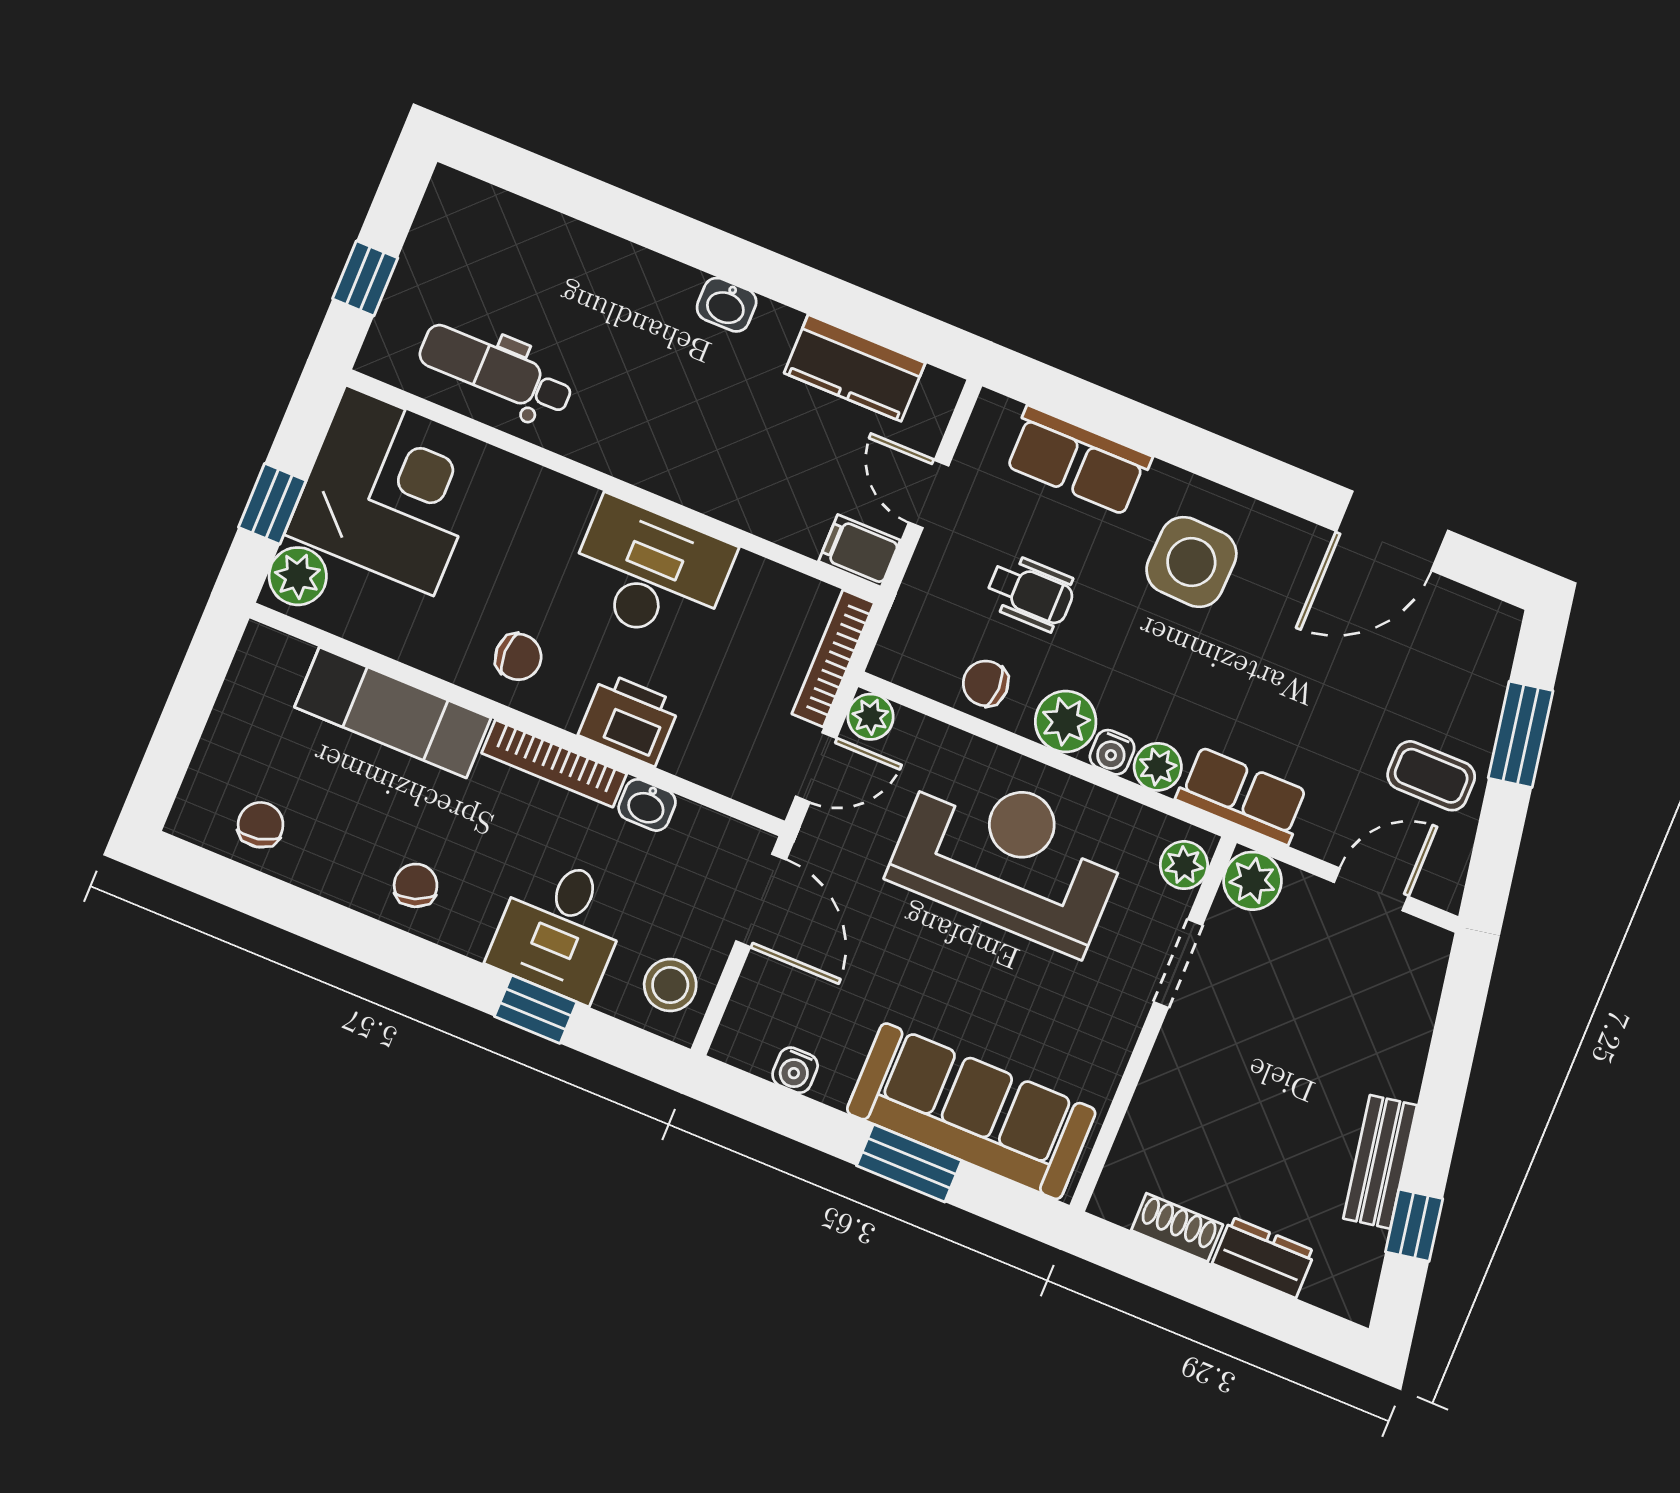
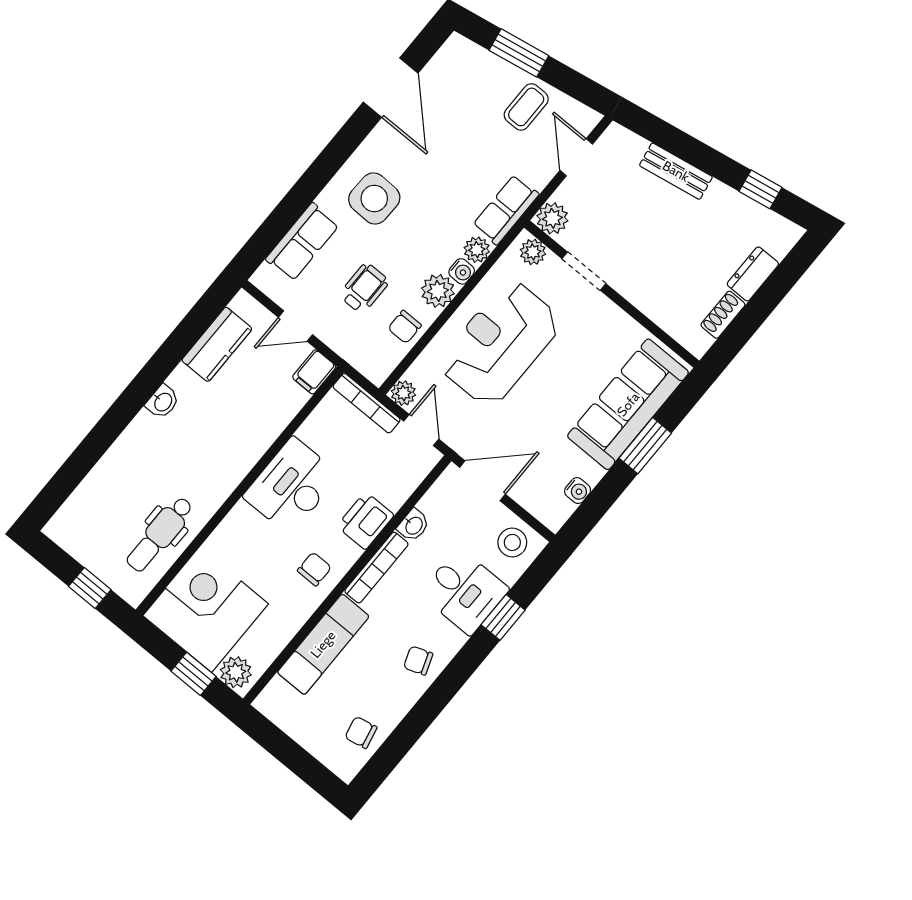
bench: (1380, 1162) -> (676, 171), moved

